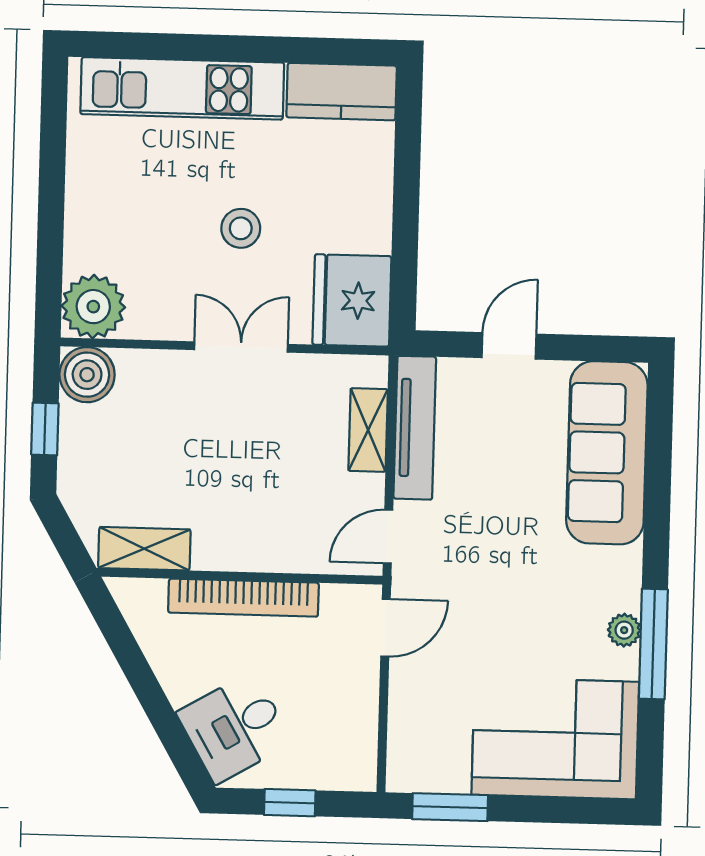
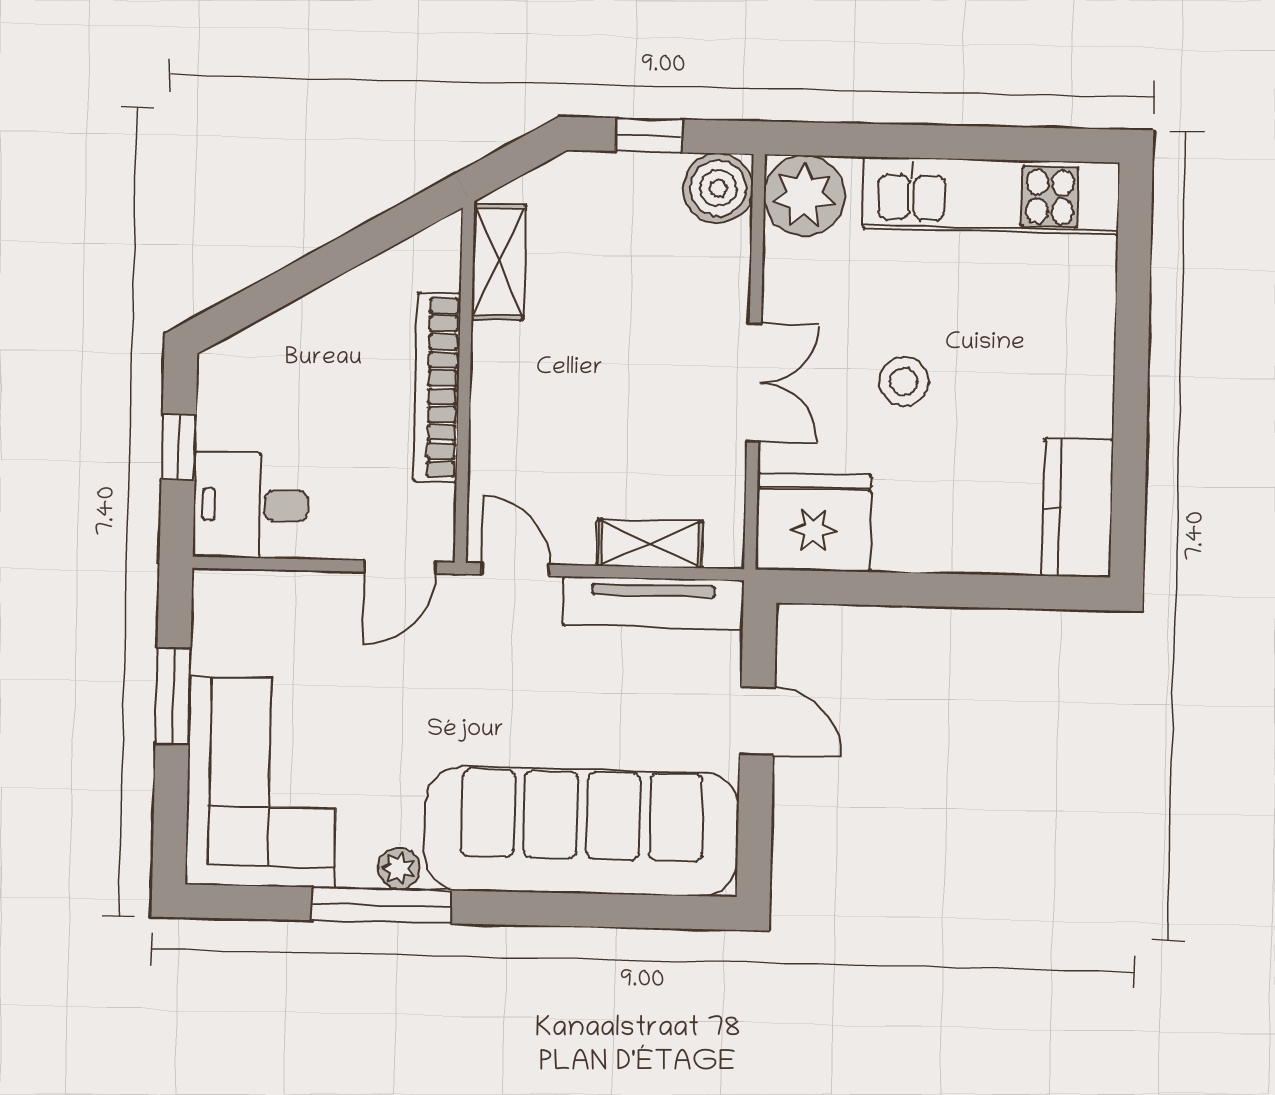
kitchen unit: (182, 88) -> (991, 196), moved, turned -90
sofa: (607, 453) -> (582, 831), width x1.36, depth x1.27
door: (385, 628) -> (400, 567), hinge flipped
desk: (234, 728) -> (251, 505), moved, turned -60
window: (450, 807) -> (173, 696), moved

